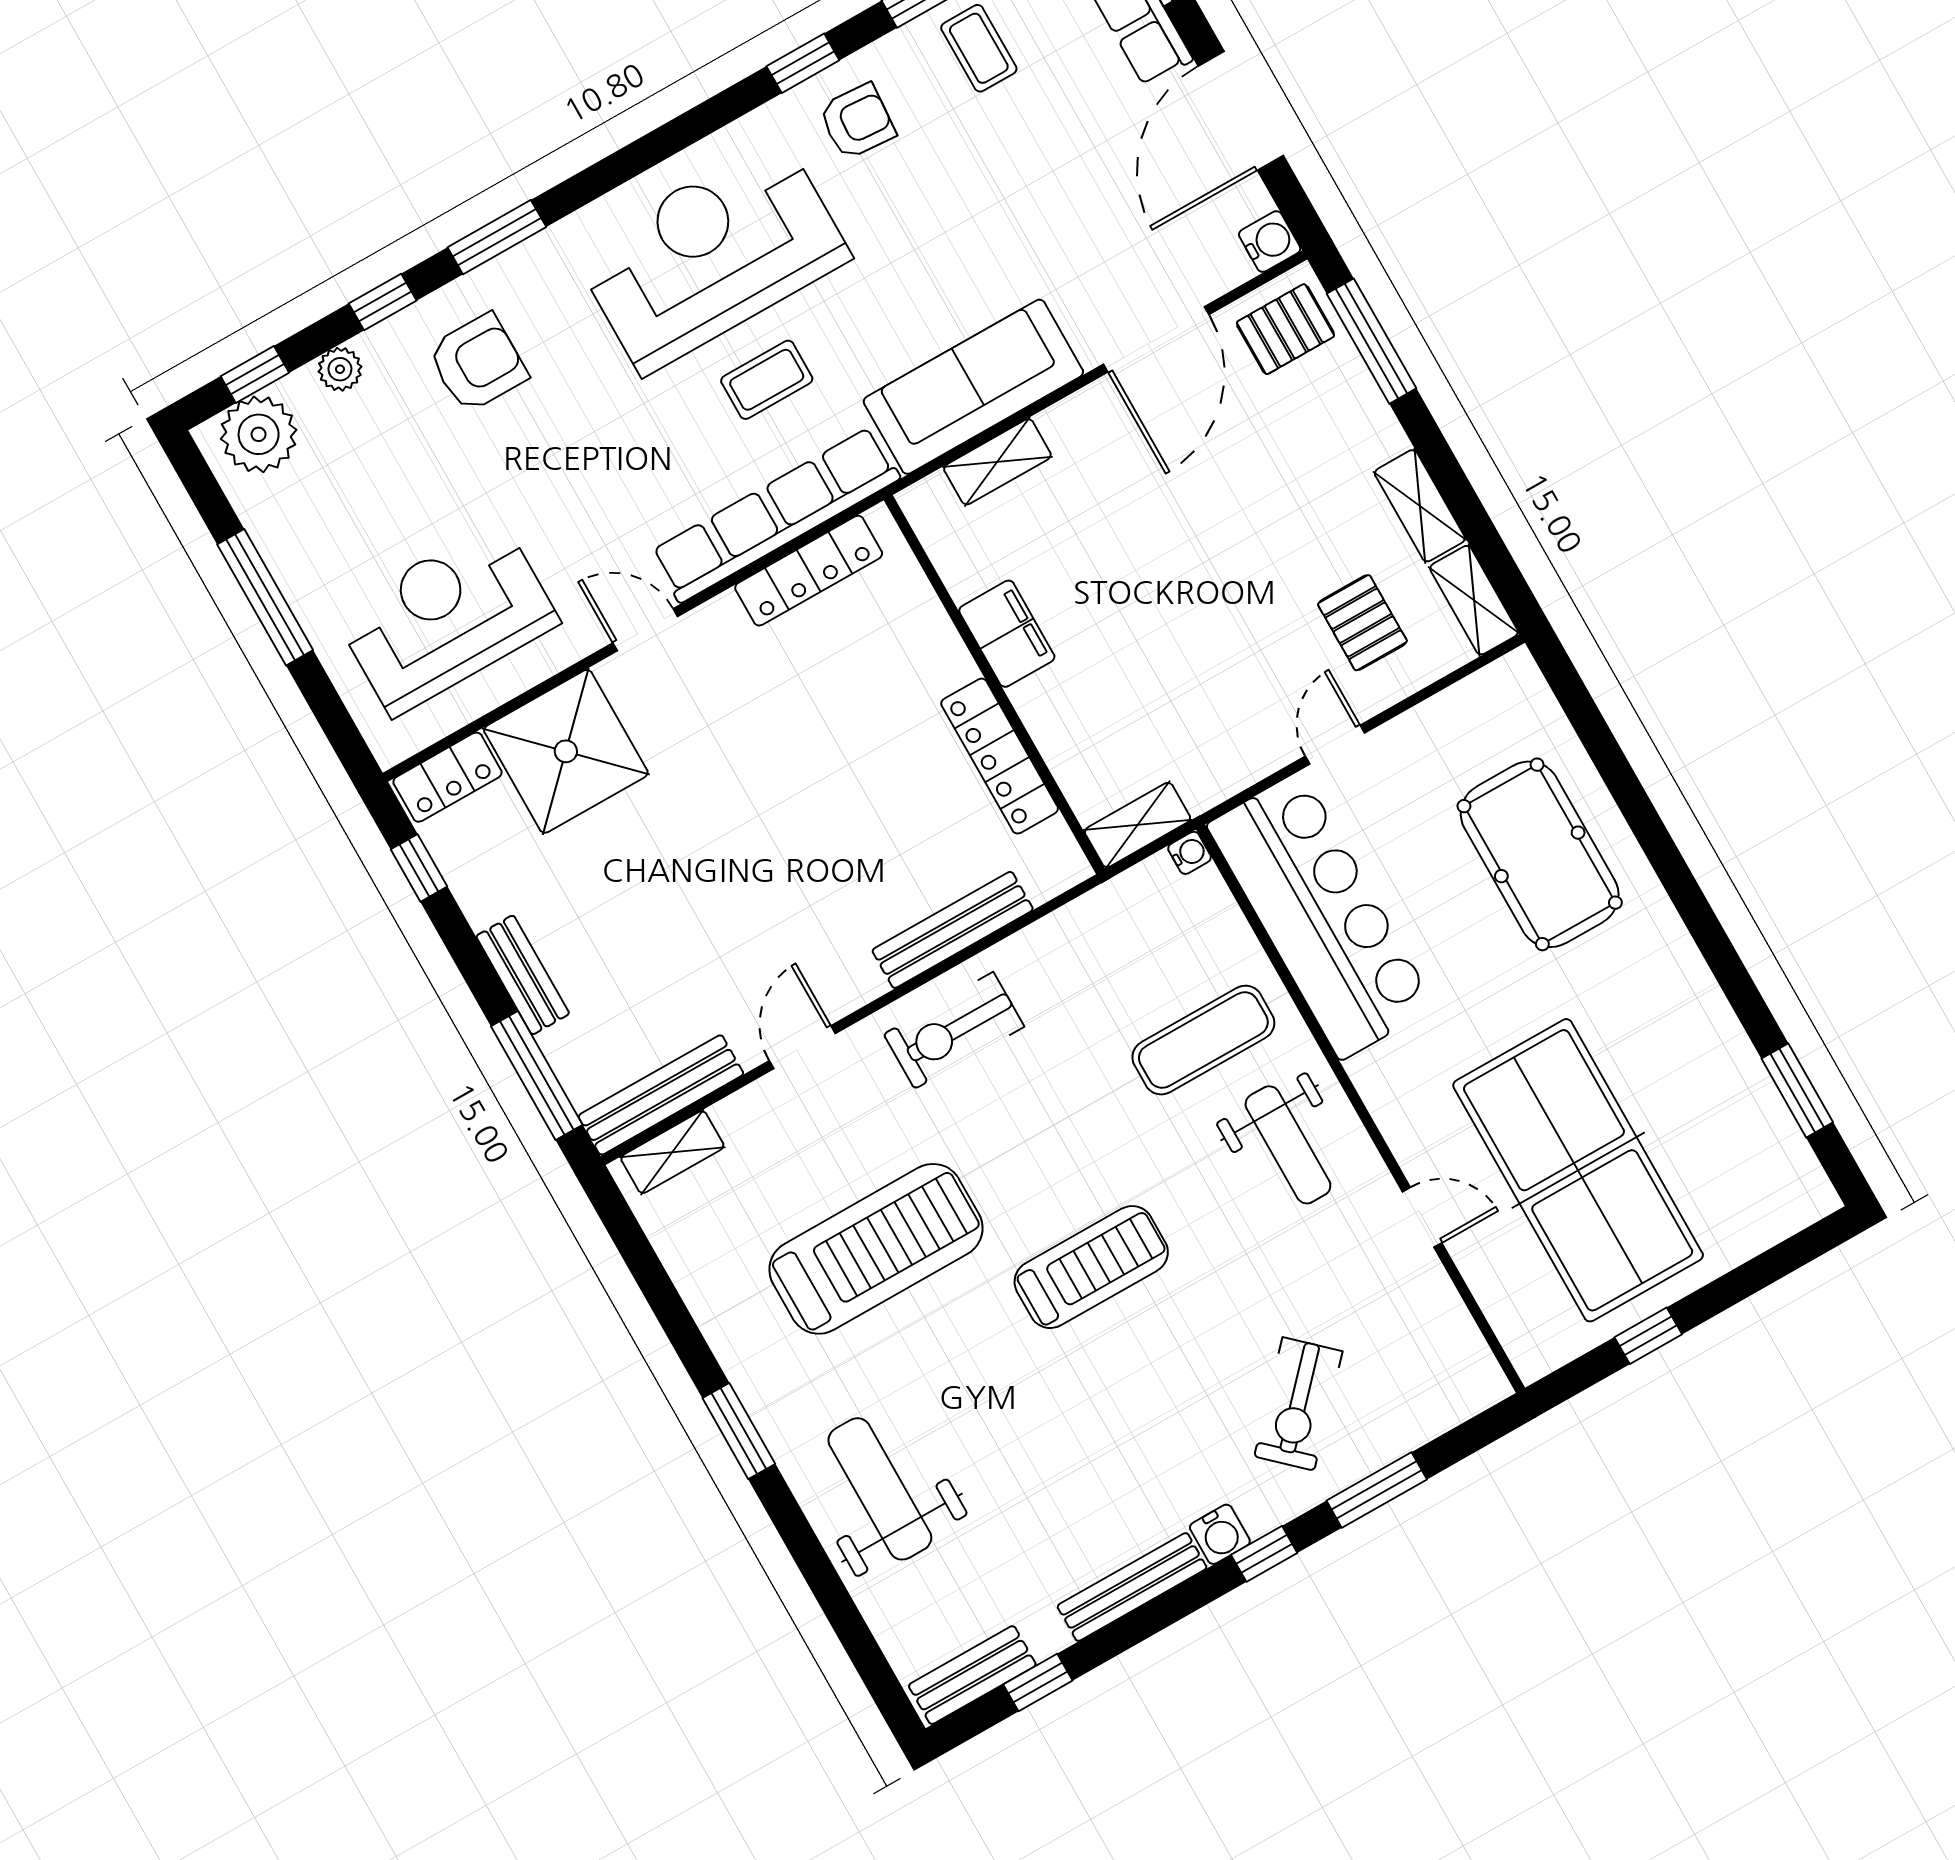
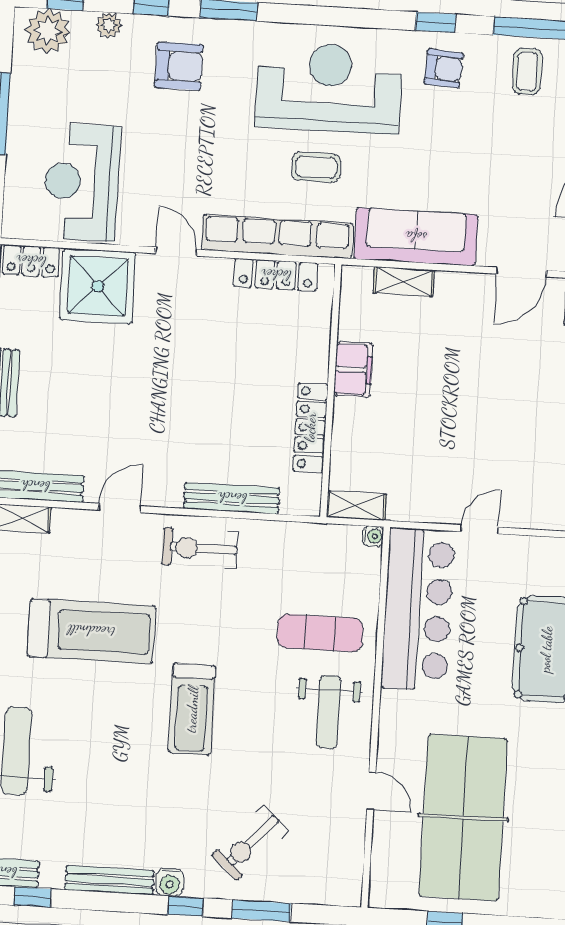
door: (1156, 339) -> (521, 272), width x0.73
reception desk: (446, 618) -> (82, 182), turned -90
pallet: (1362, 623) -> (532, 478), removed
treadmill: (1091, 1267) -> (192, 709), turned 90

